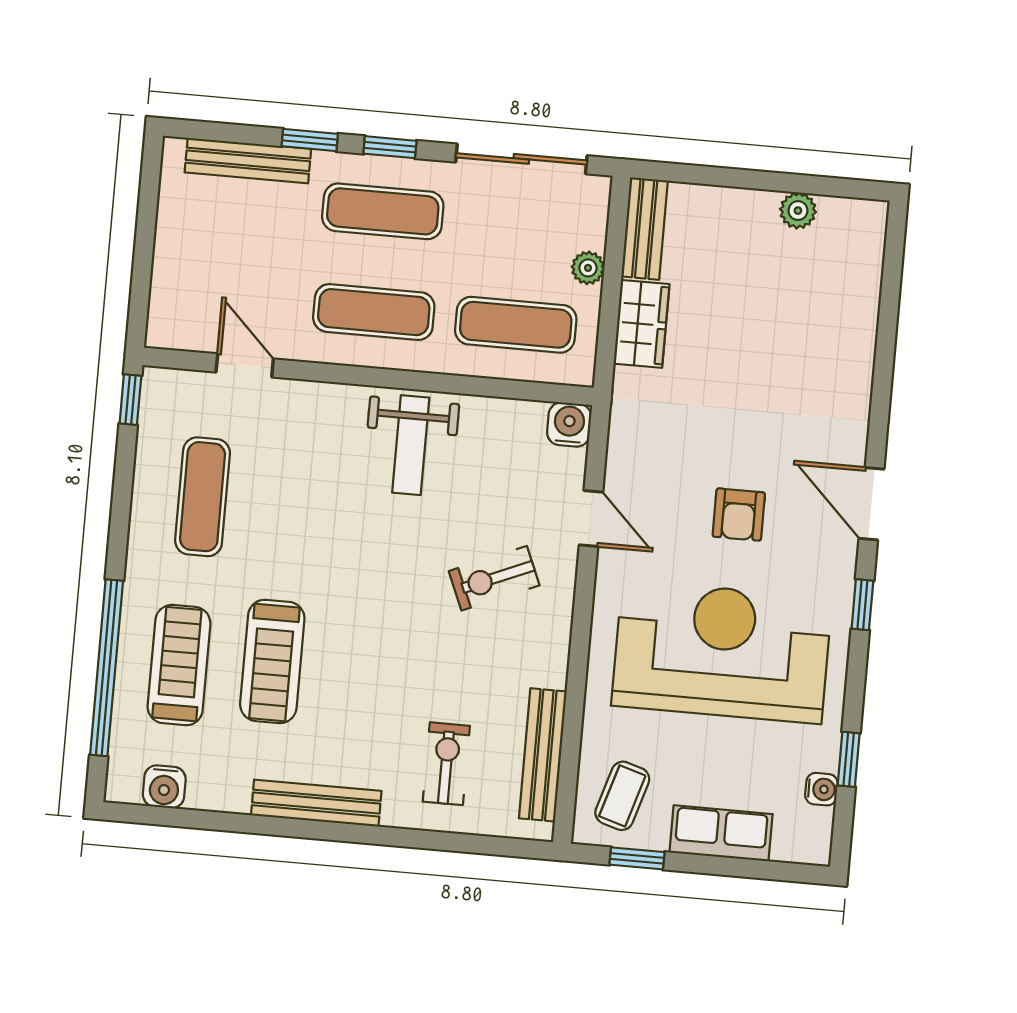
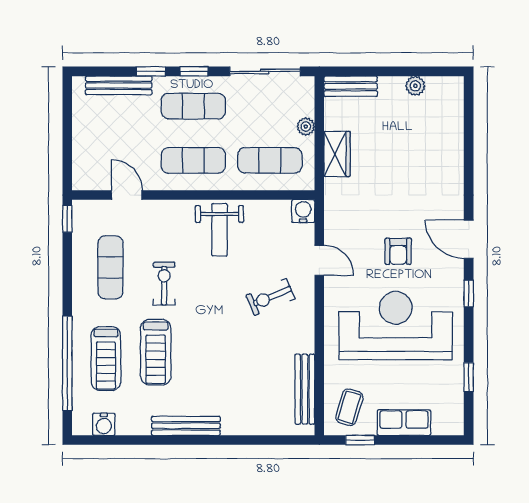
bench: (645, 229) -> (351, 86), moved, turned 90
treadmill: (179, 665) -> (106, 359), turned 180
exercise bike: (446, 764) -> (164, 283), moved
water cooler: (821, 789) -> (456, 394), removed

